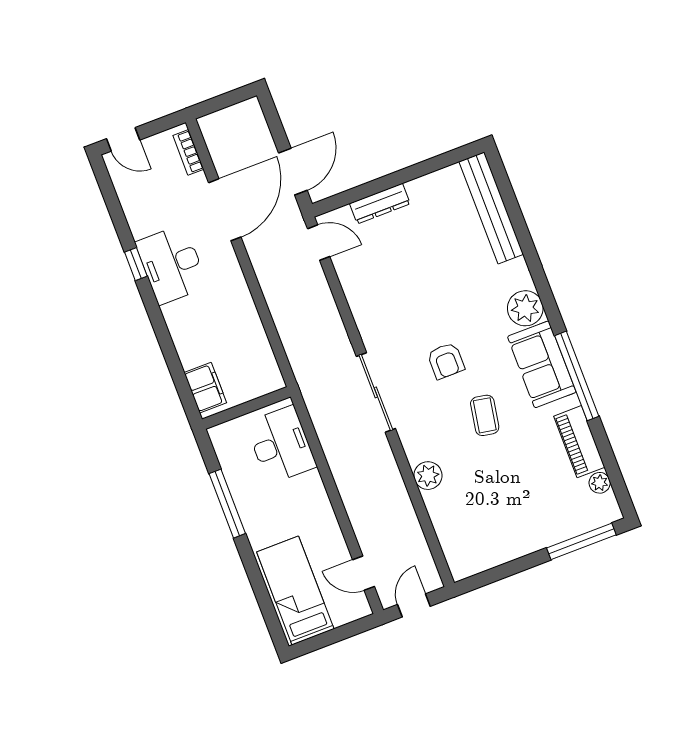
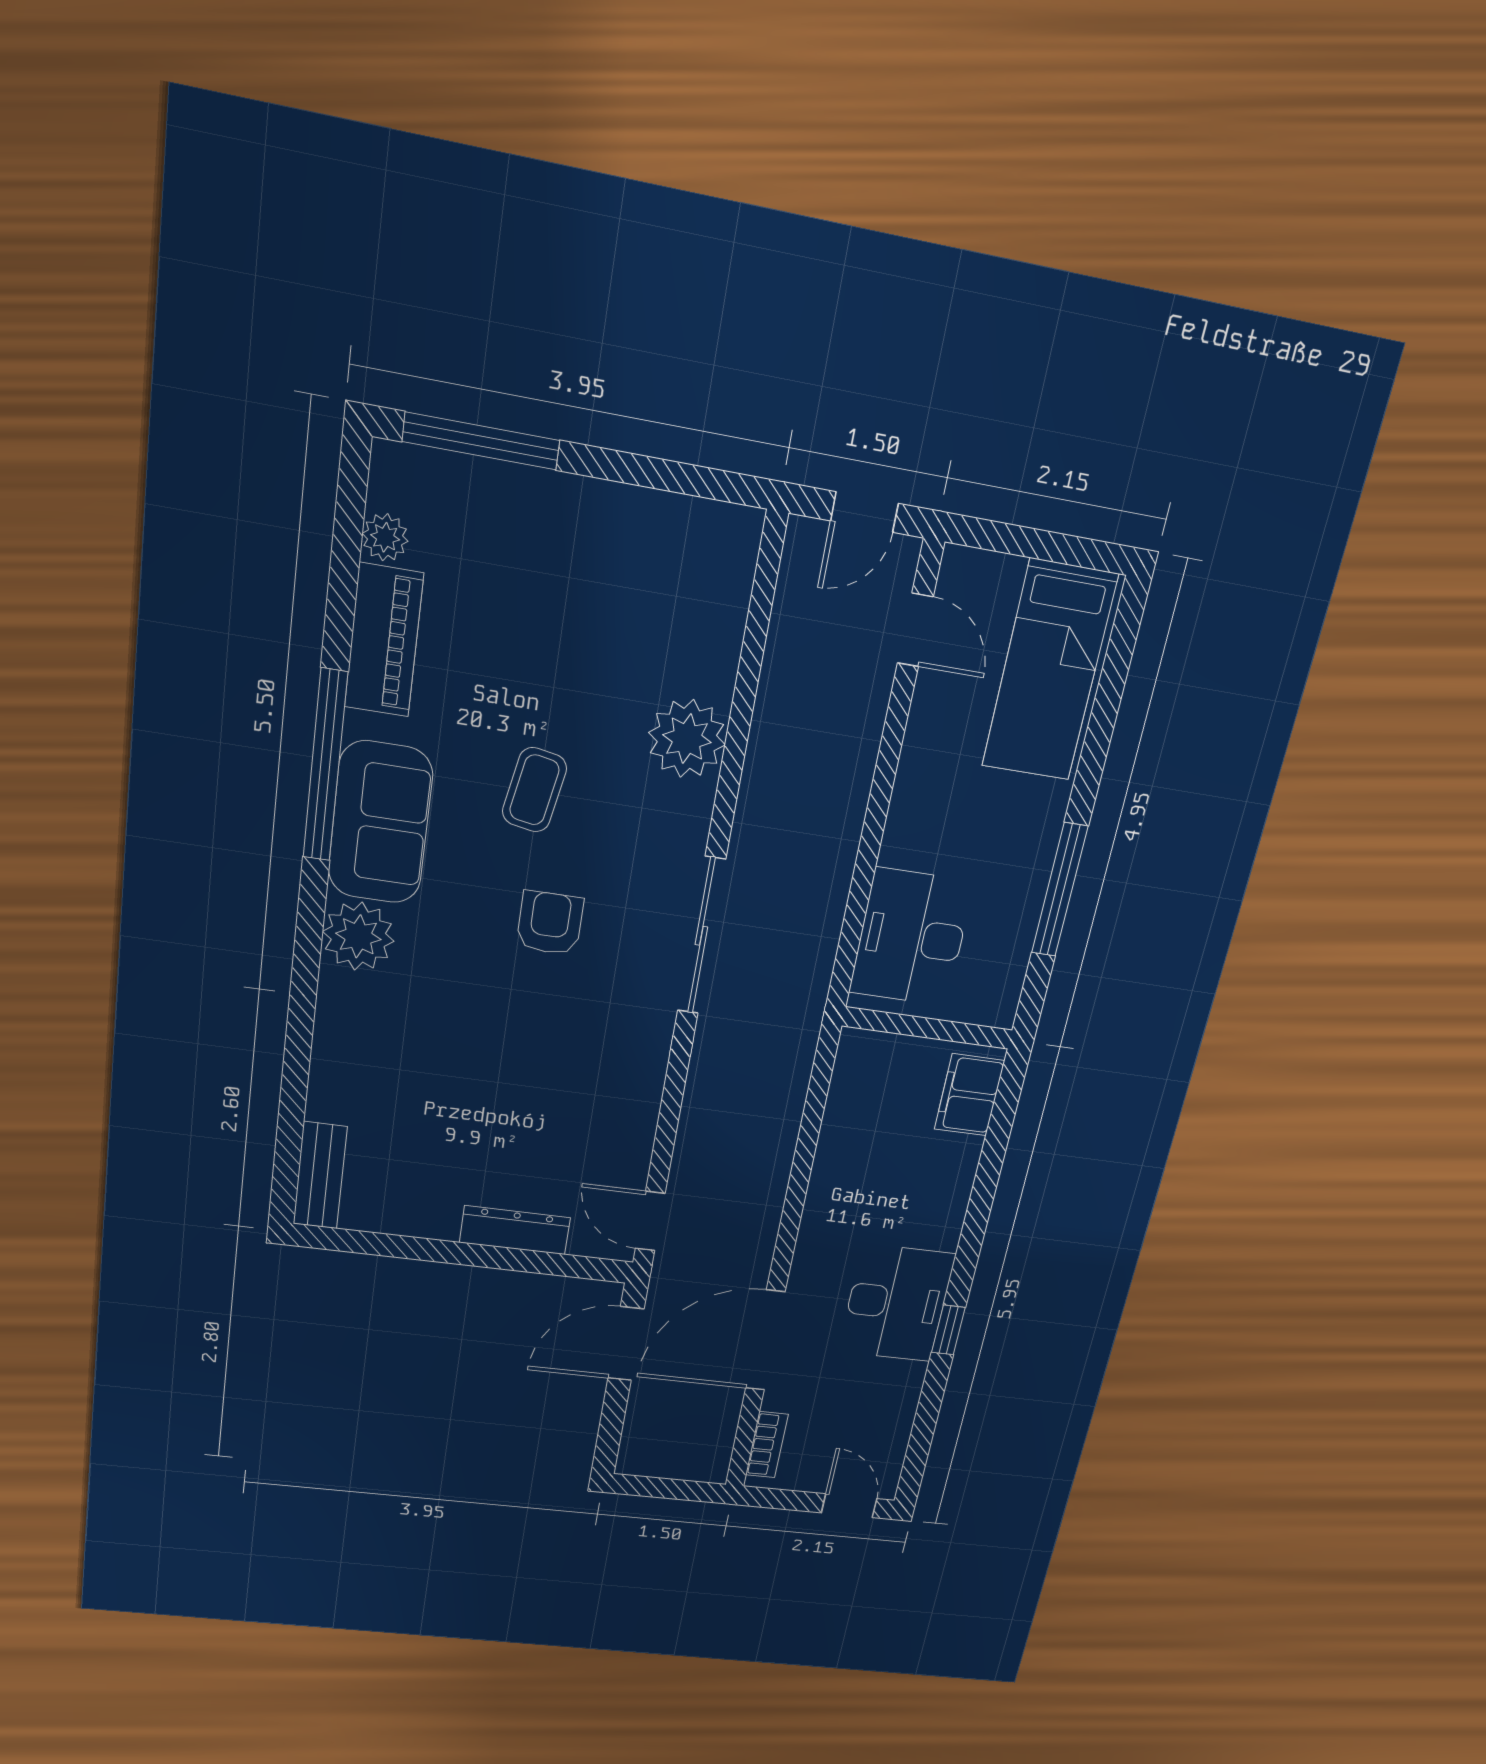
bench: (491, 208) -> (320, 1175), width x0.54, depth x0.82
plant: (428, 476) -> (687, 739), width x1.36, depth x1.36

